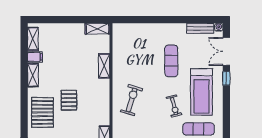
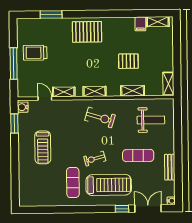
bench: (200, 28) -> (170, 167), moved
weight bench: (135, 47) -> (151, 120), added
shelving: (33, 75) -> (95, 91), moved
treadmill: (201, 92) -> (109, 185), turned 180
pallet: (69, 100) -> (128, 61), moved

